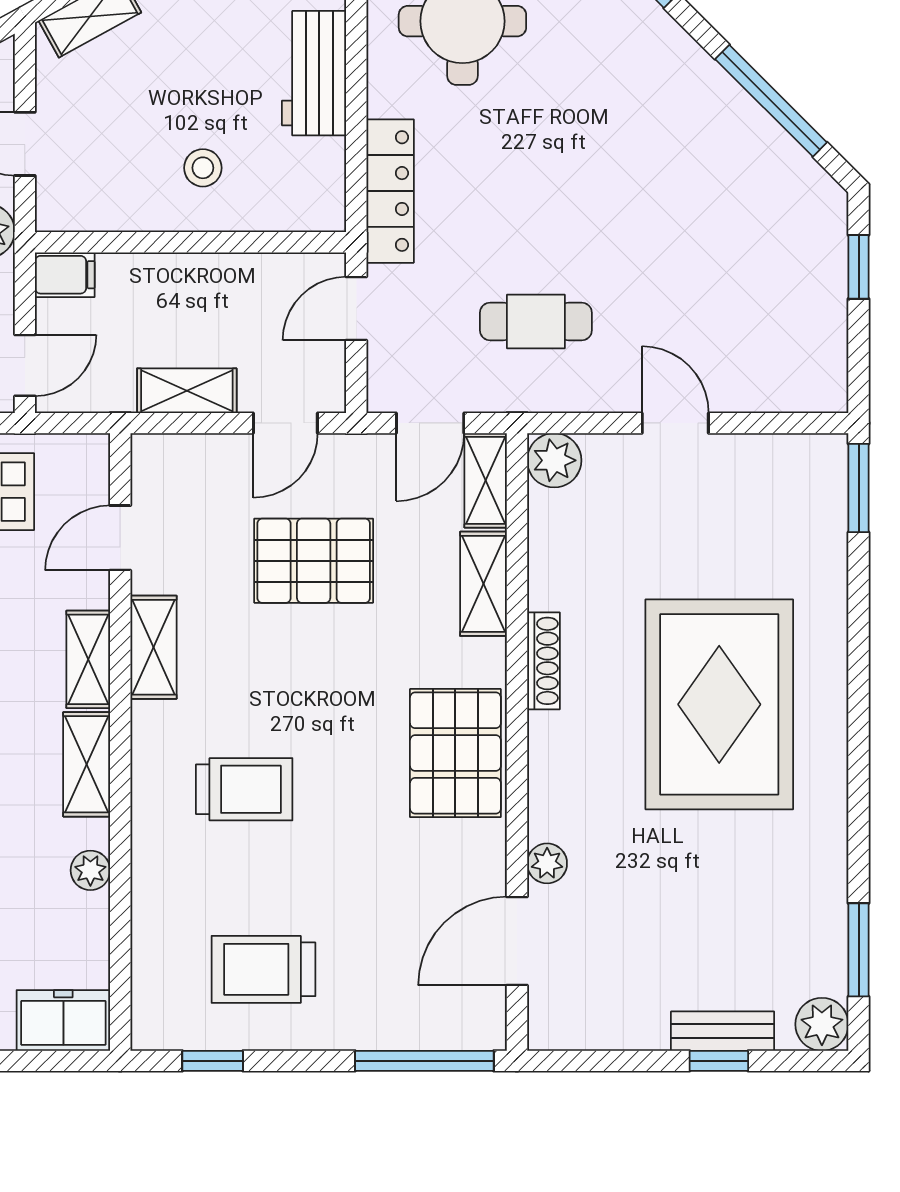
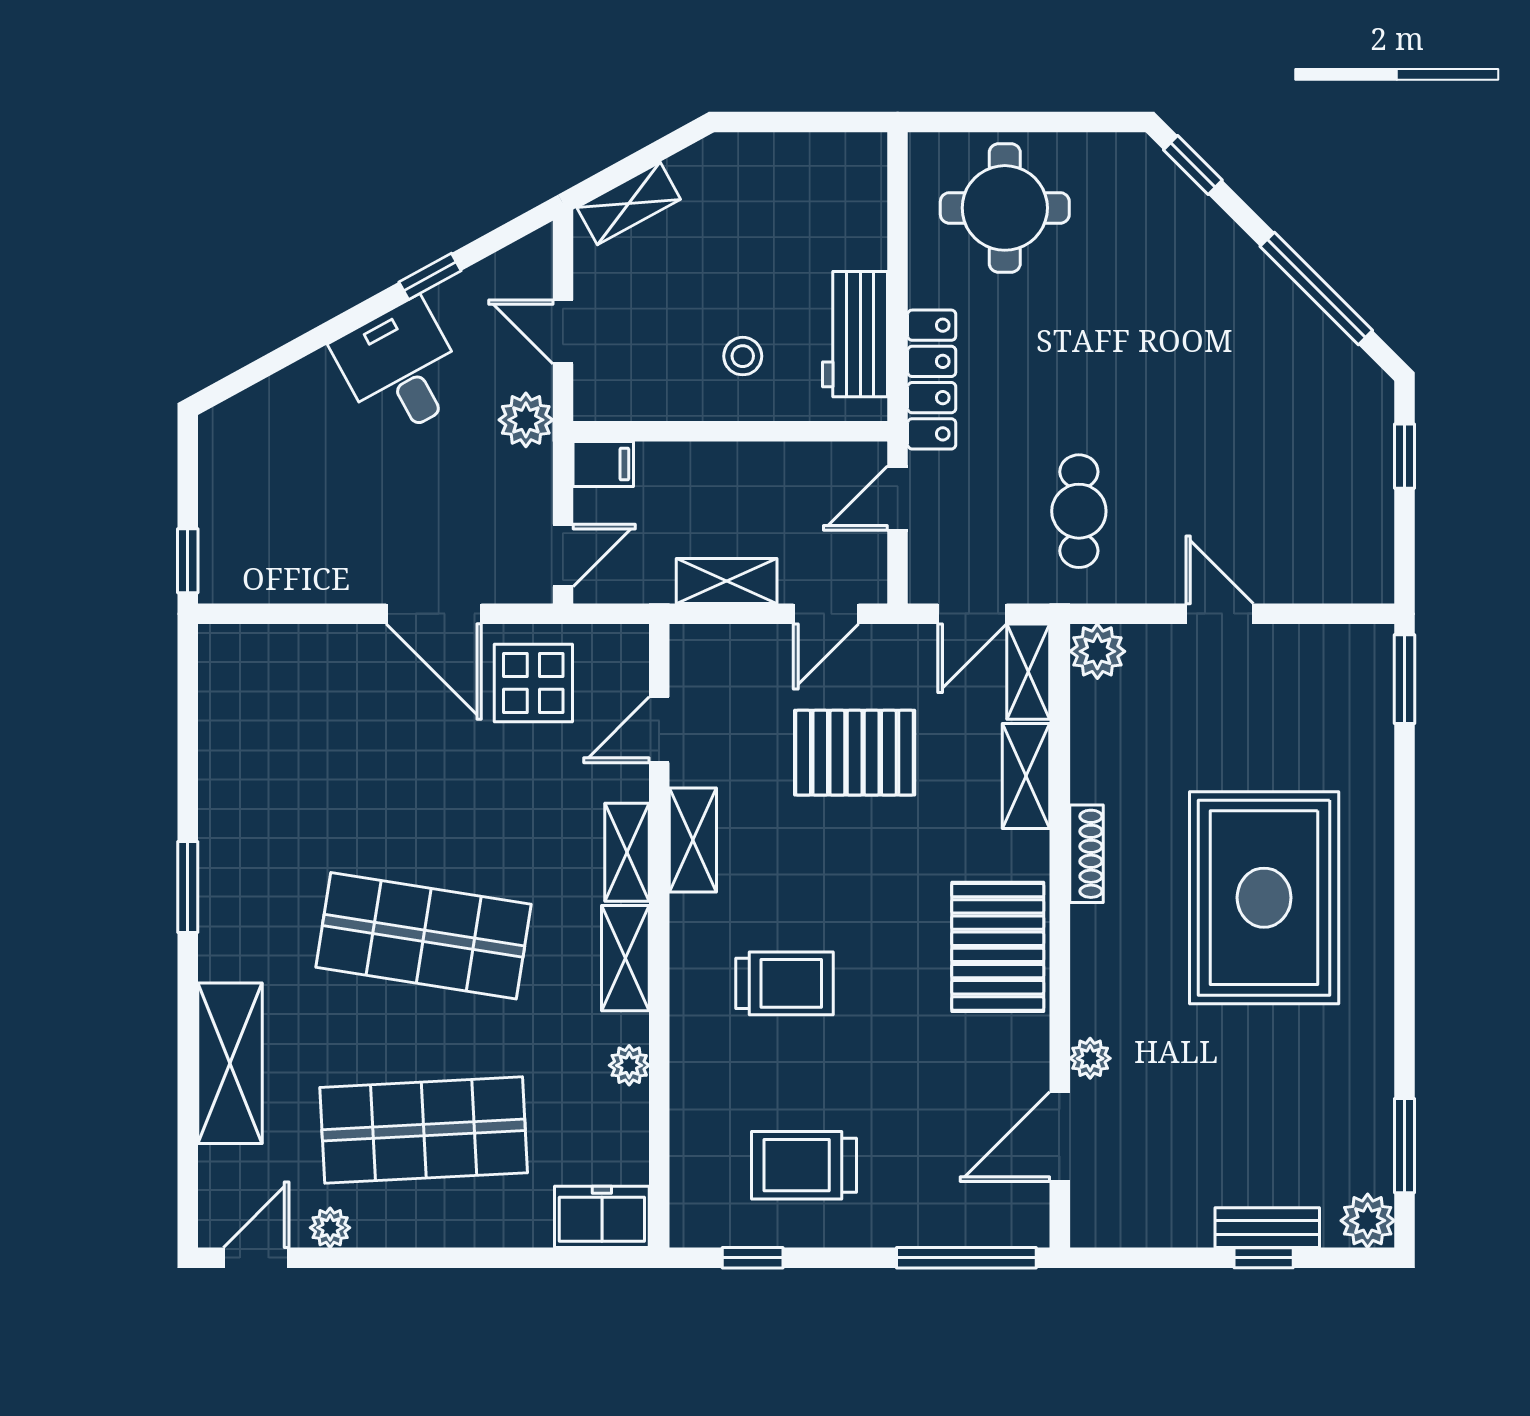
workbench: (314, 73) -> (855, 334), moved
cafe table: (536, 321) -> (1079, 511), turned 90

